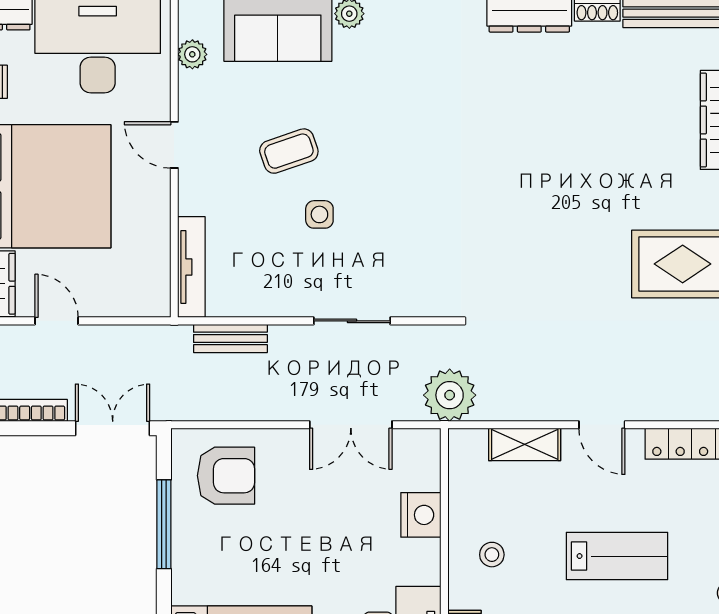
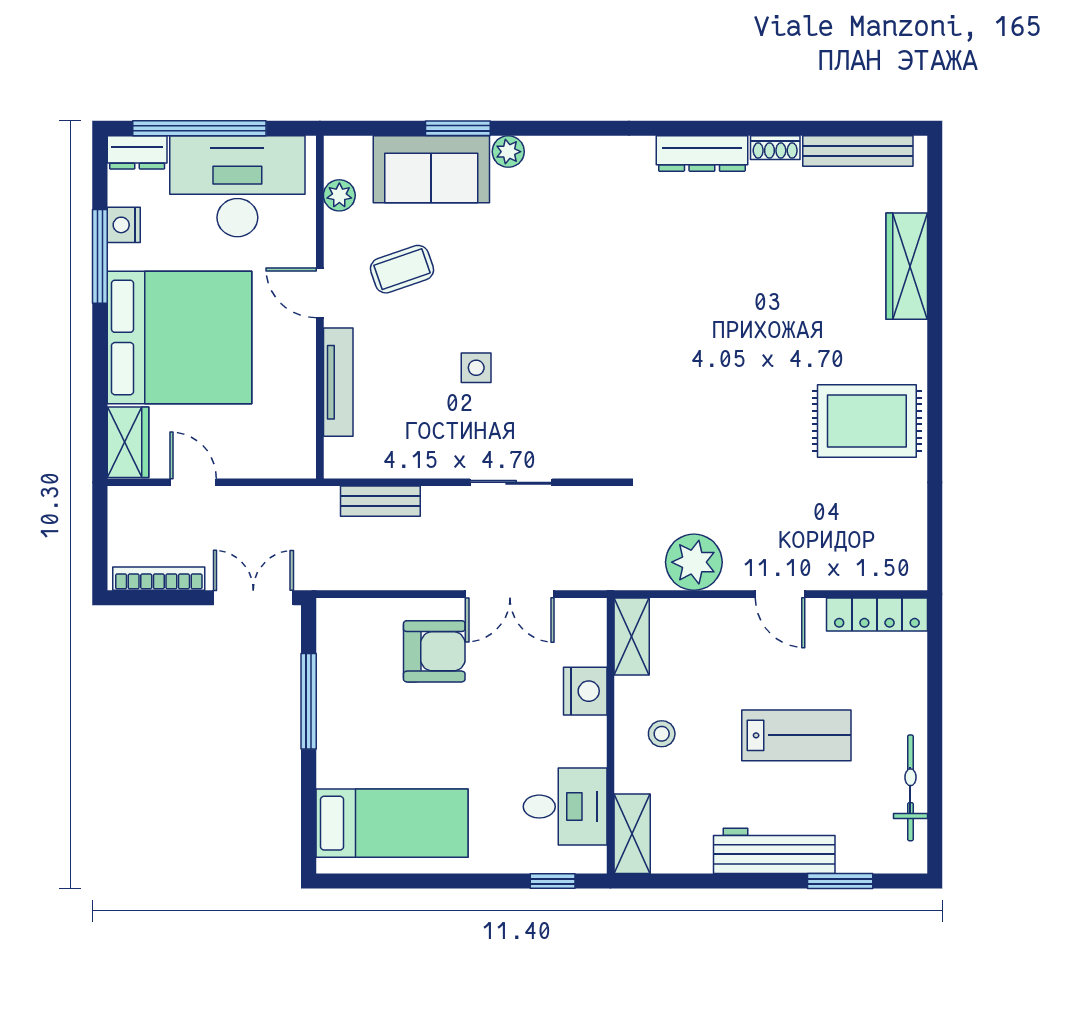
coffee table: (289, 151) -> (402, 269), moved
tv unit: (191, 267) -> (338, 382), moved
plant: (450, 395) -> (694, 562), moved
shelving: (525, 444) -> (632, 636), moved, turned 90
armchair: (226, 476) -> (434, 651), moved

